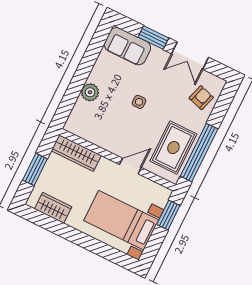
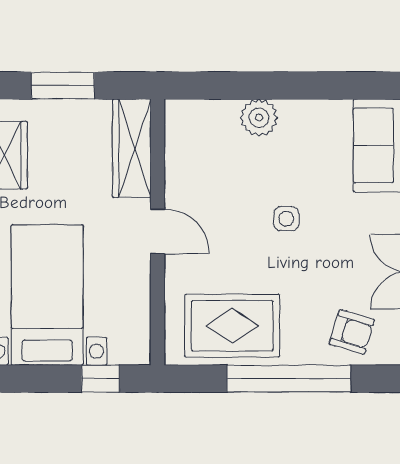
window: (199, 153) -> (289, 379), moved
door: (130, 166) -> (158, 231), moved
window: (168, 215) -> (100, 379), width x0.67

